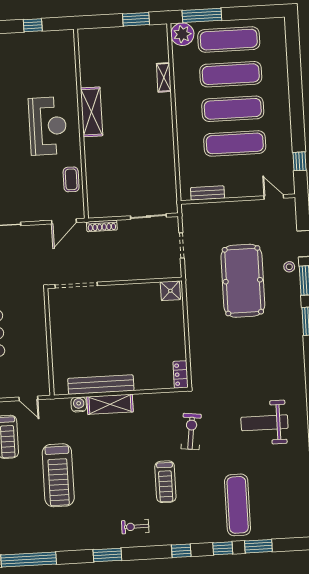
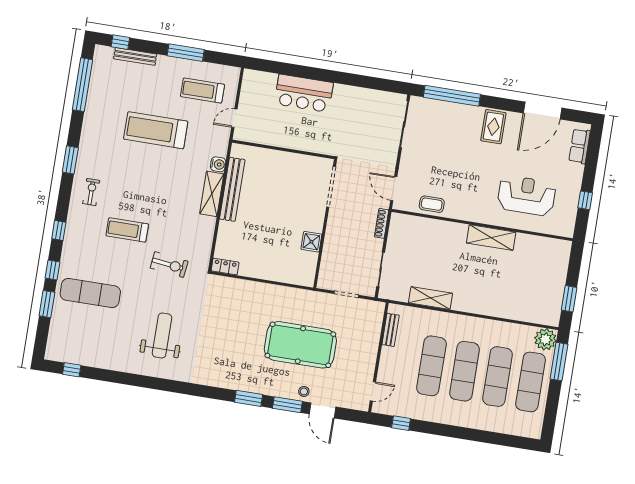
shelving: (164, 77) -> (431, 298), moved, width x1.50, depth x1.33
reception desk: (48, 126) -> (526, 196), moved, turned 180
shower: (170, 291) -> (311, 242), moved

